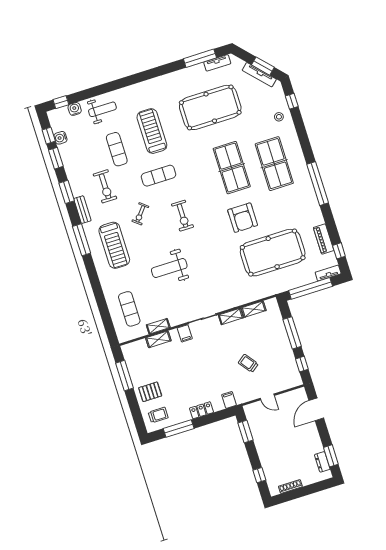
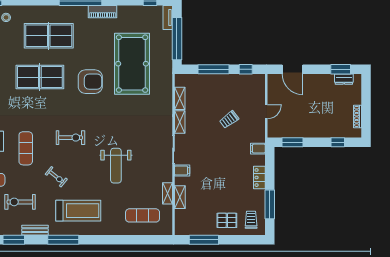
exercise bike: (105, 186) -> (20, 202), turned 180
piano: (324, 239) -> (102, 12), moved
pallet: (150, 392) -> (227, 220), turned 90

